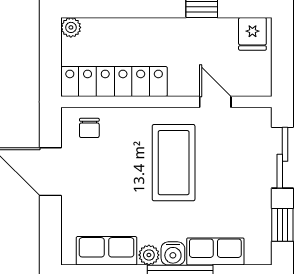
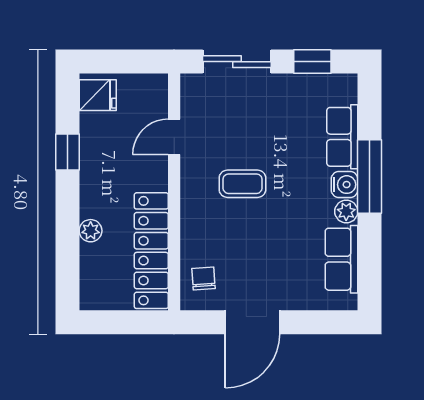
plant: (71, 27) -> (91, 231), moved
chair: (89, 128) -> (203, 278), turned -94
coffee table: (174, 163) -> (242, 184), width x0.54, depth x0.58

